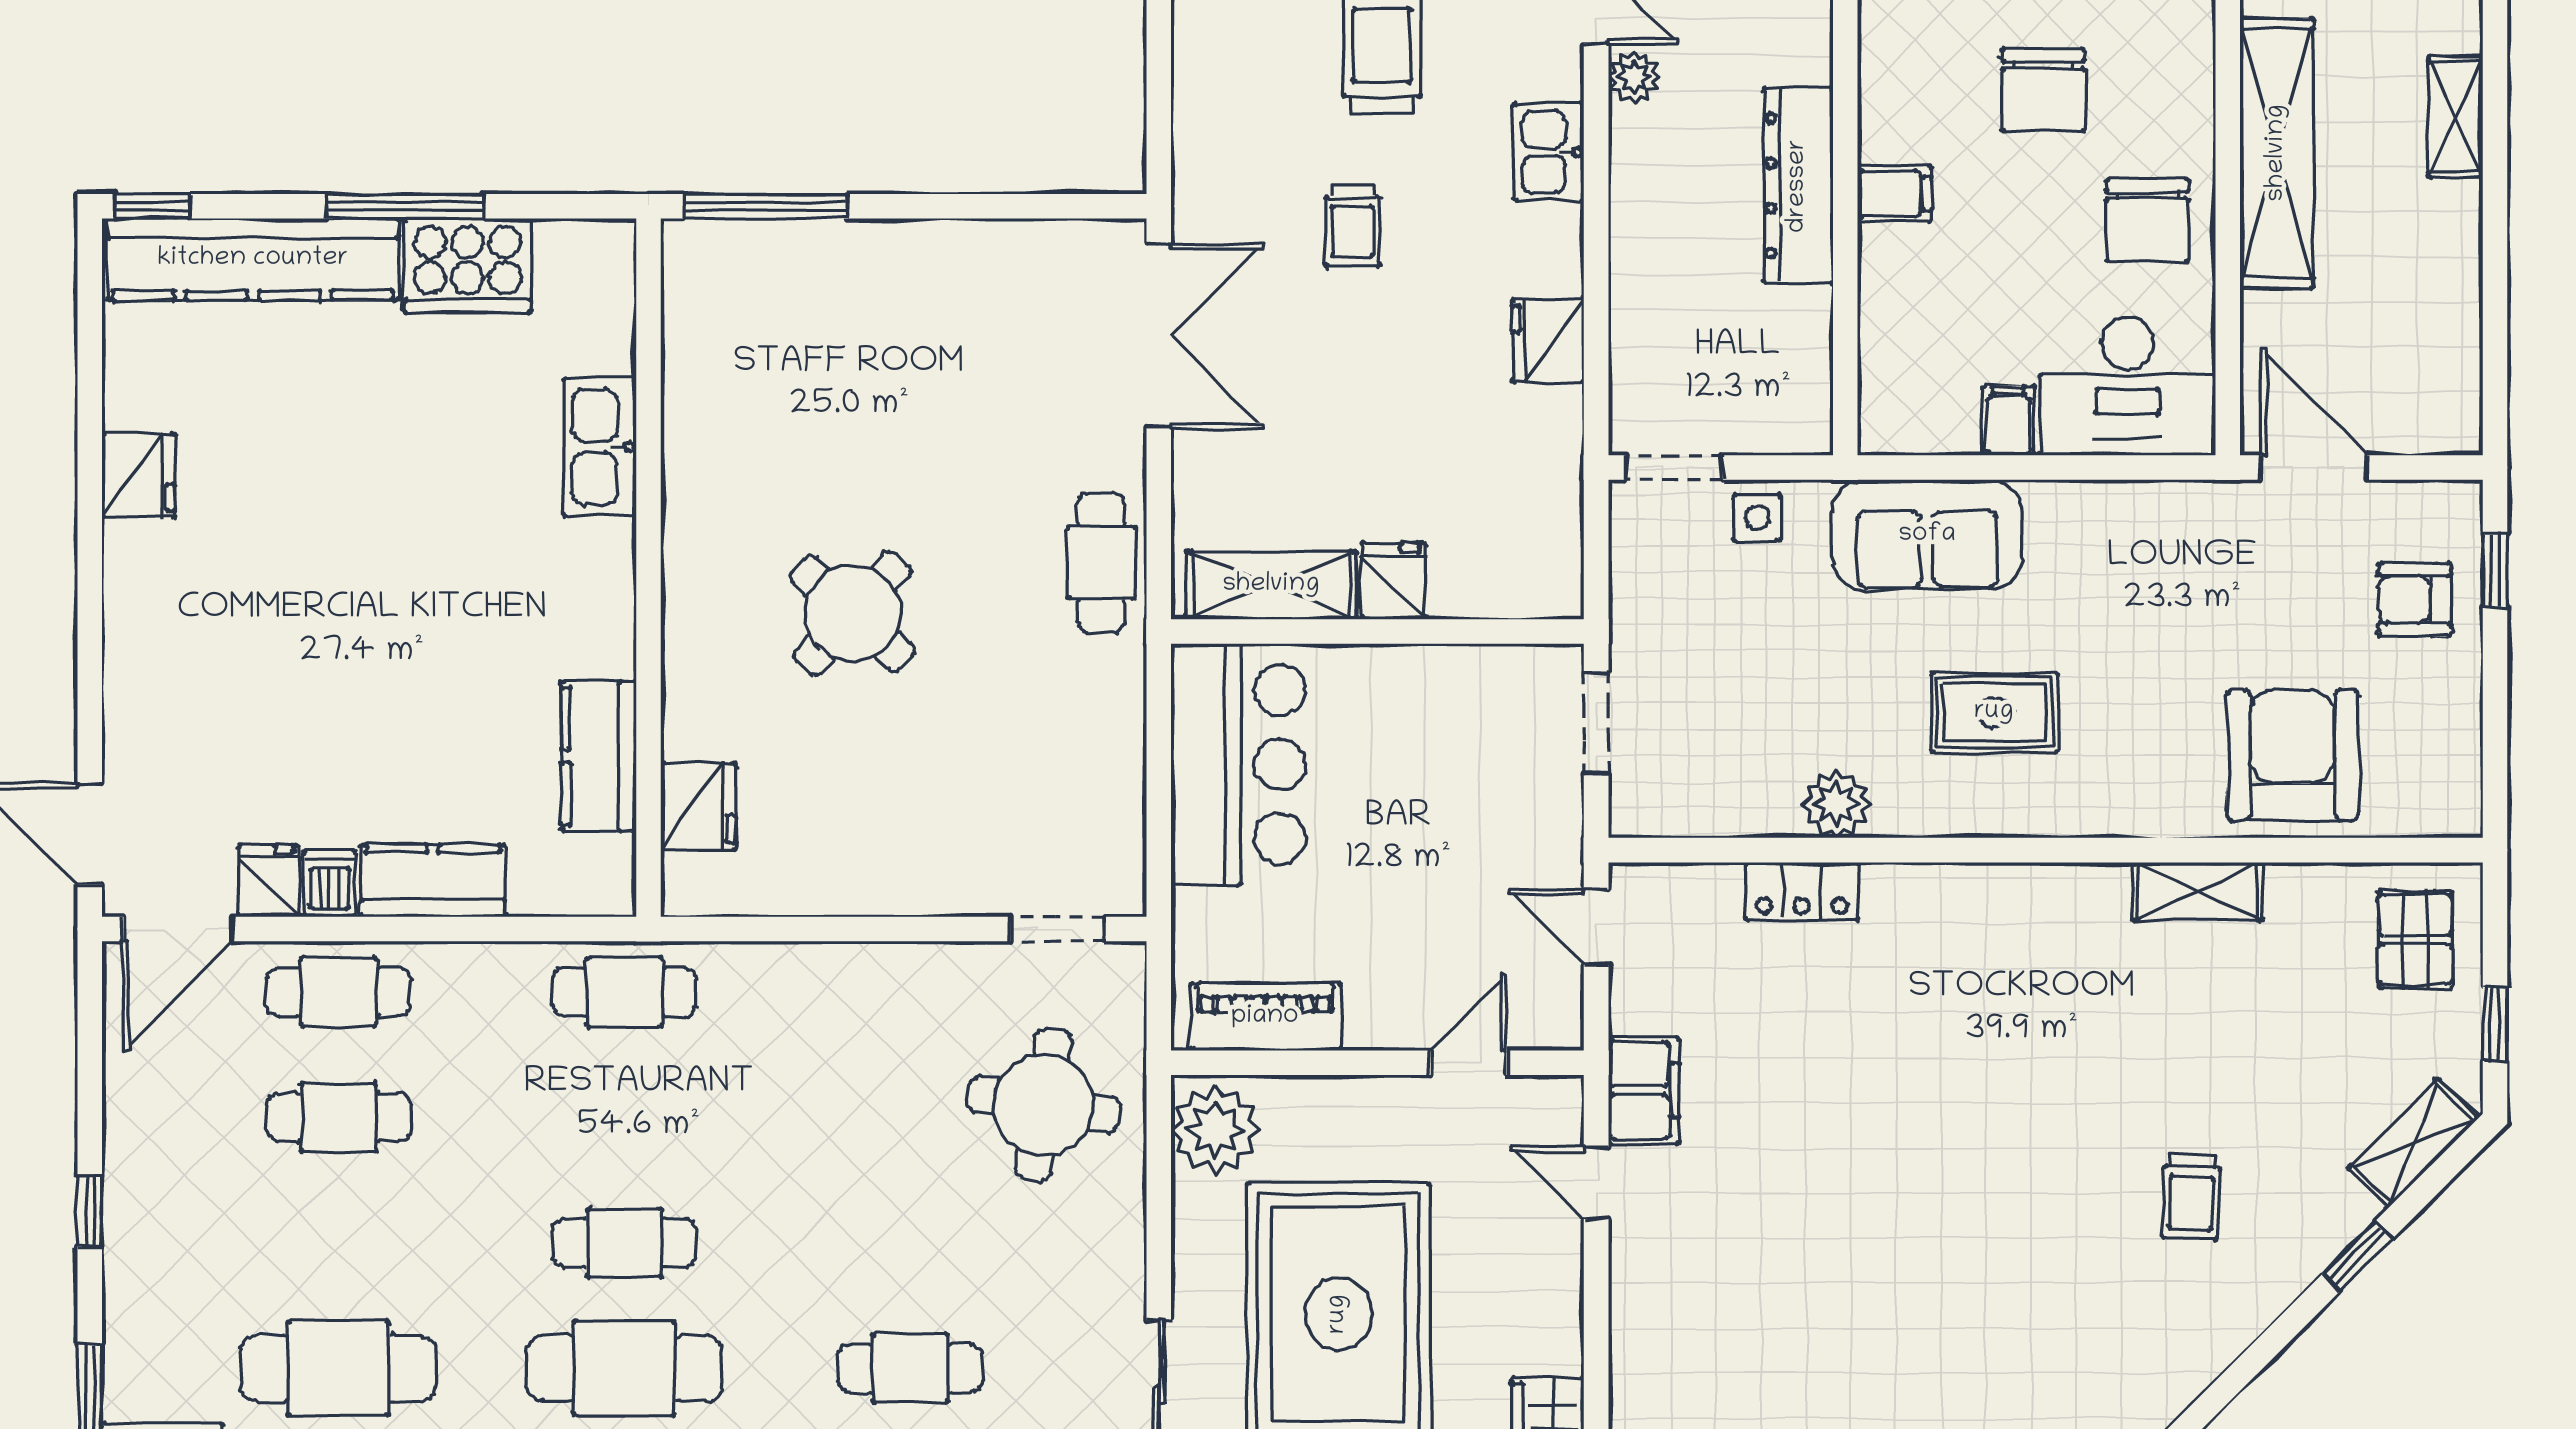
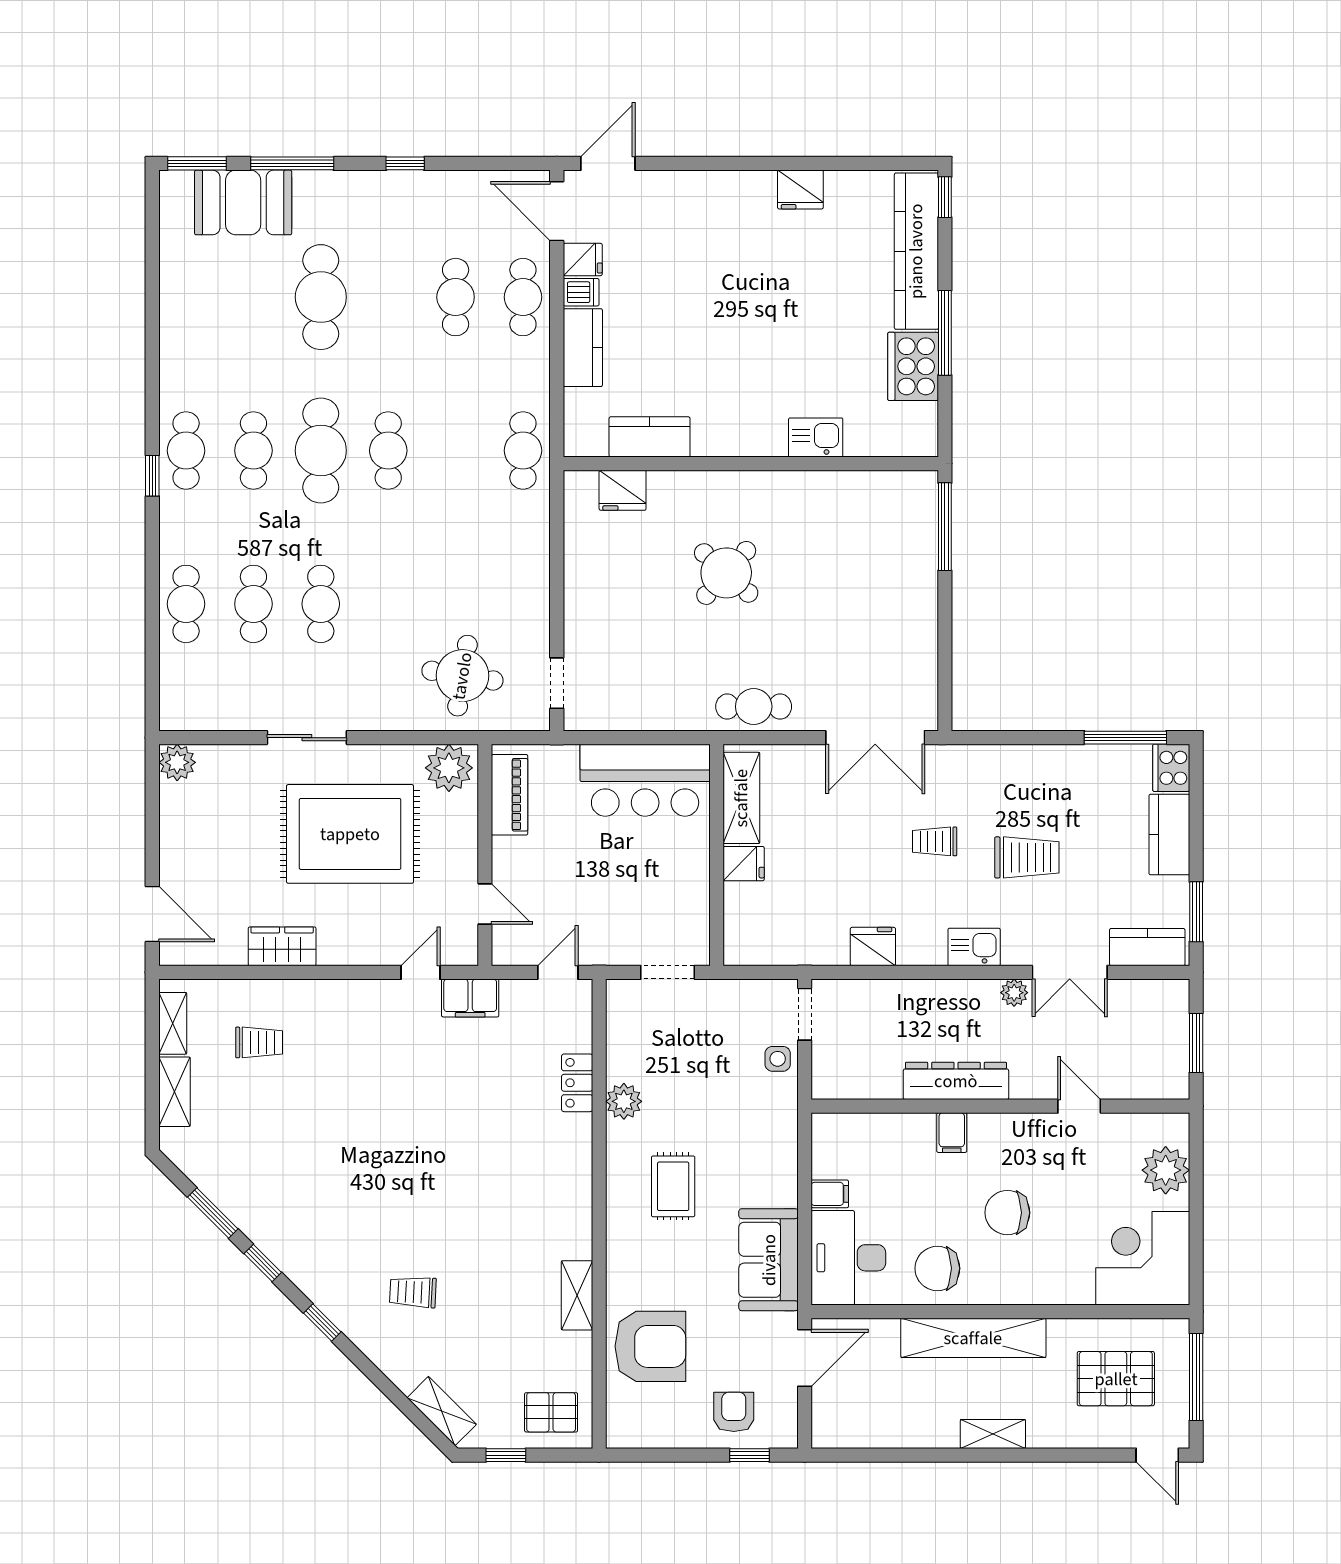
kitchen sink: (600, 447) -> (816, 437), width x0.73
sofa: (1927, 535) -> (769, 1260), moved
window: (2358, 1256) -> (322, 1322), moved

